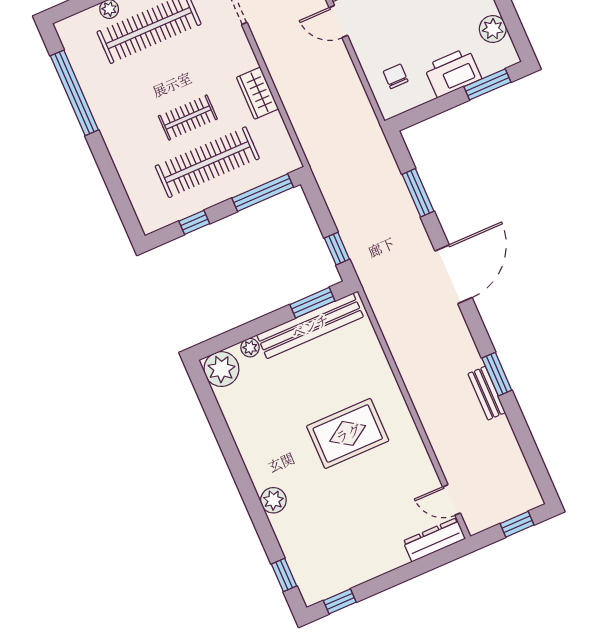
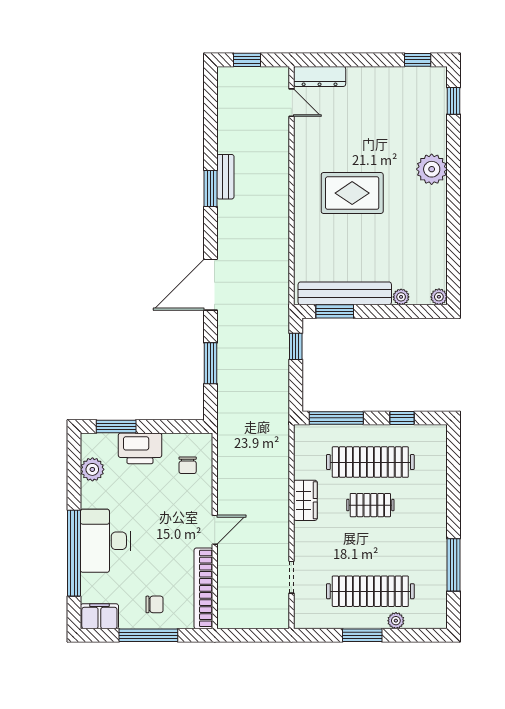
door: (338, 22) -> (215, 530), hinge flipped
window: (74, 93) -> (453, 565), width x0.68
plant: (221, 369) -> (439, 297), width x0.53, depth x0.53
plant: (273, 500) -> (432, 169), width x1.36, depth x1.36

